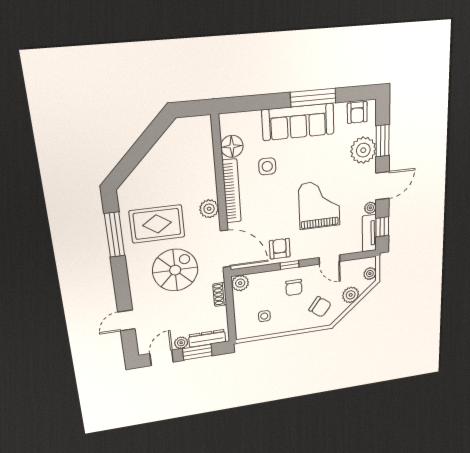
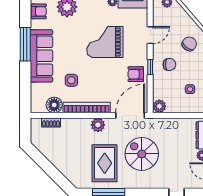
shoe rack: (220, 294) -> (51, 123), moved
plant: (351, 295) -> (183, 18), removed

